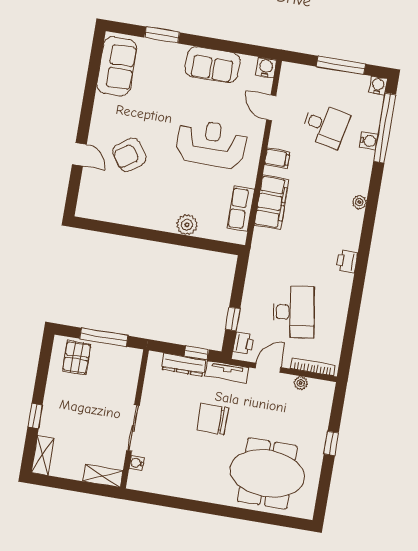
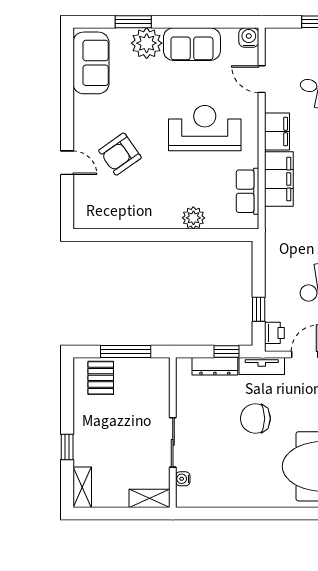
plant: (171, 57) -> (147, 43), added
filing cabinet: (277, 158) -> (277, 132), width x2.00

